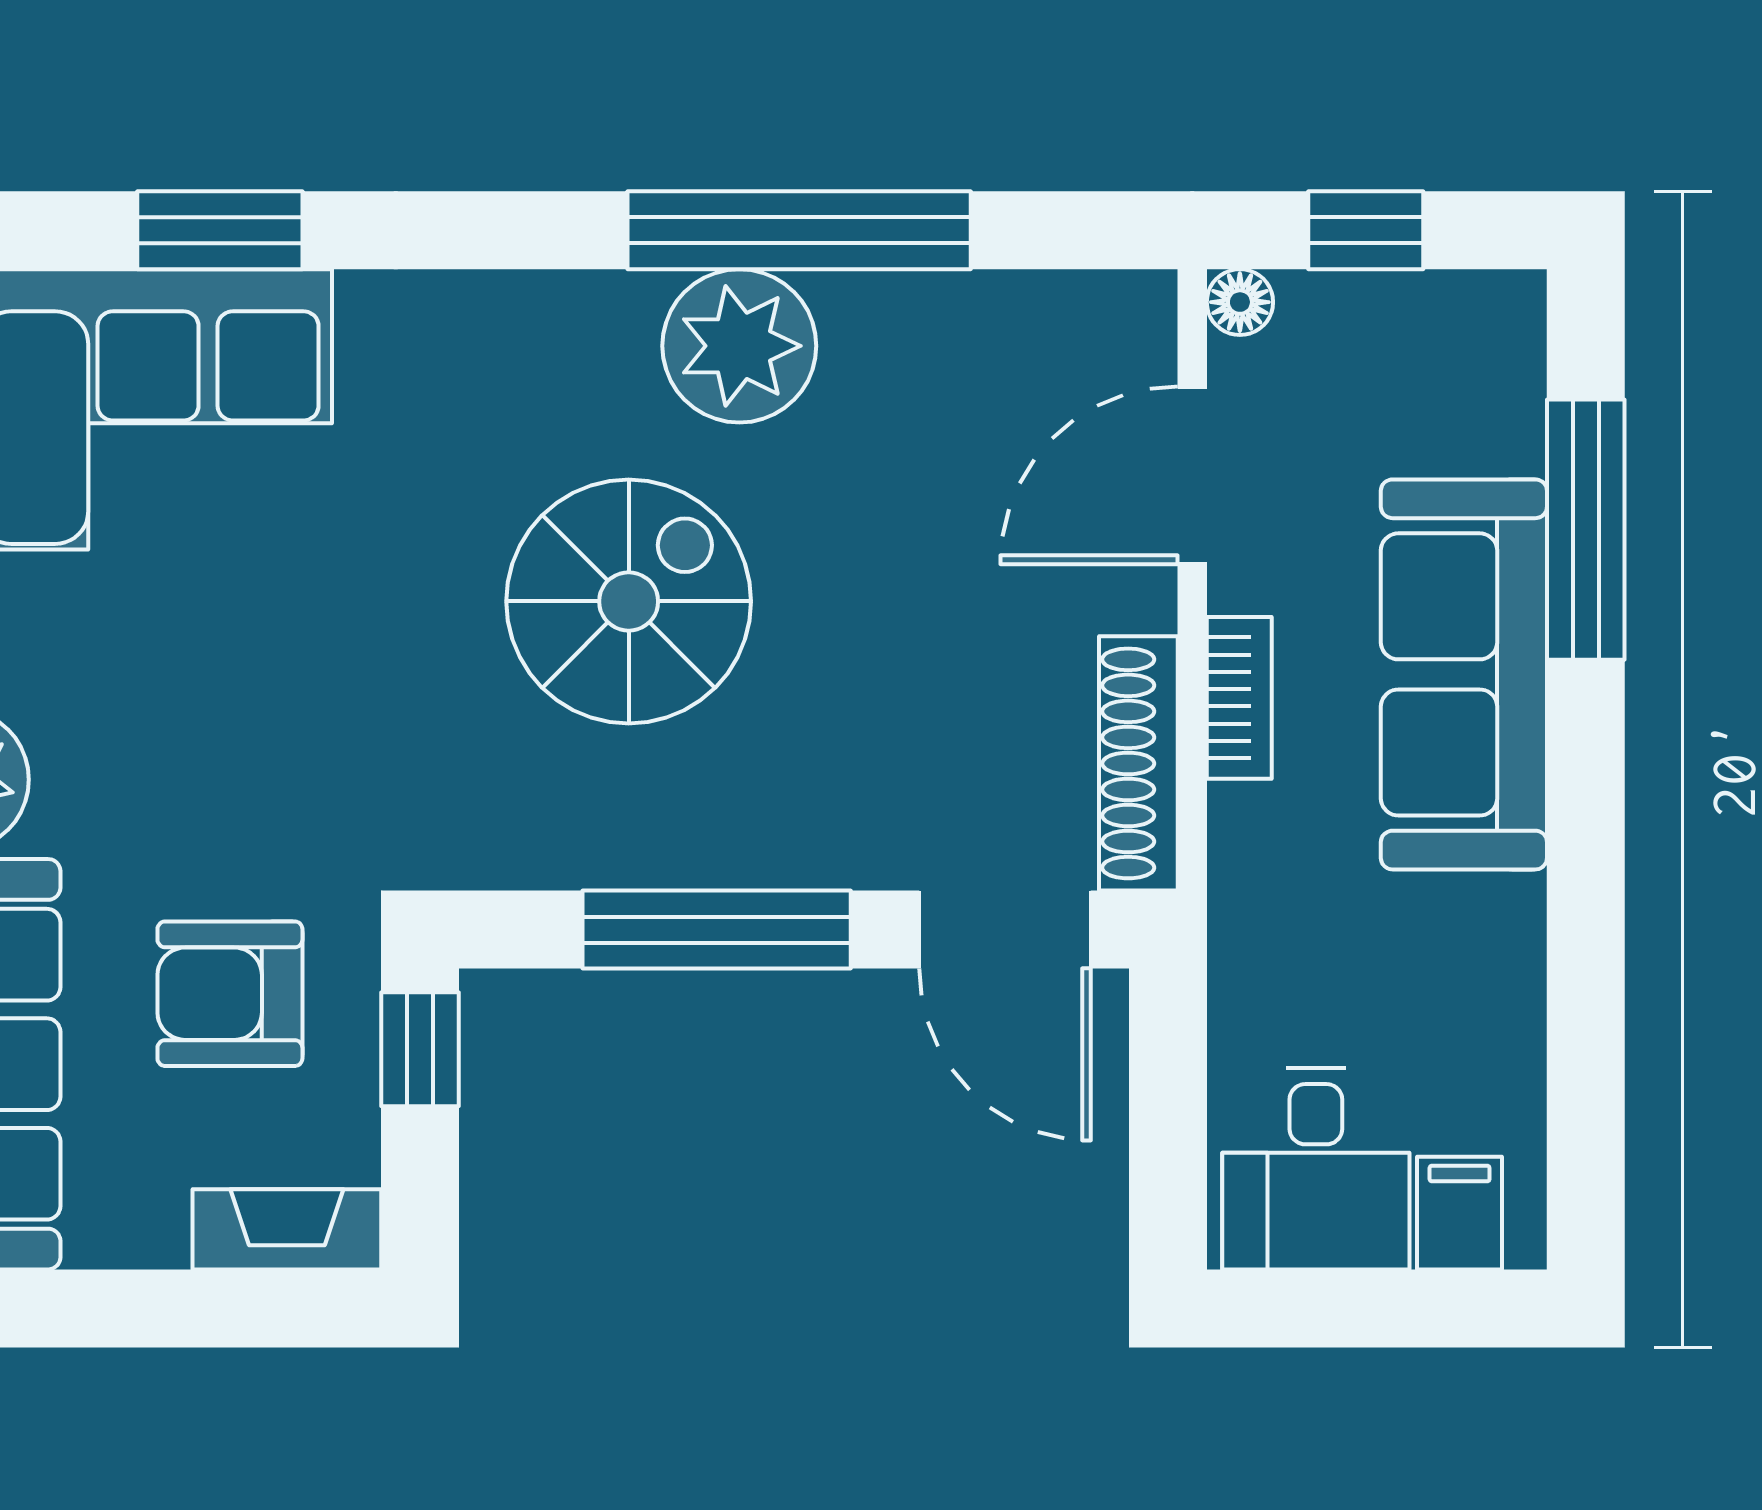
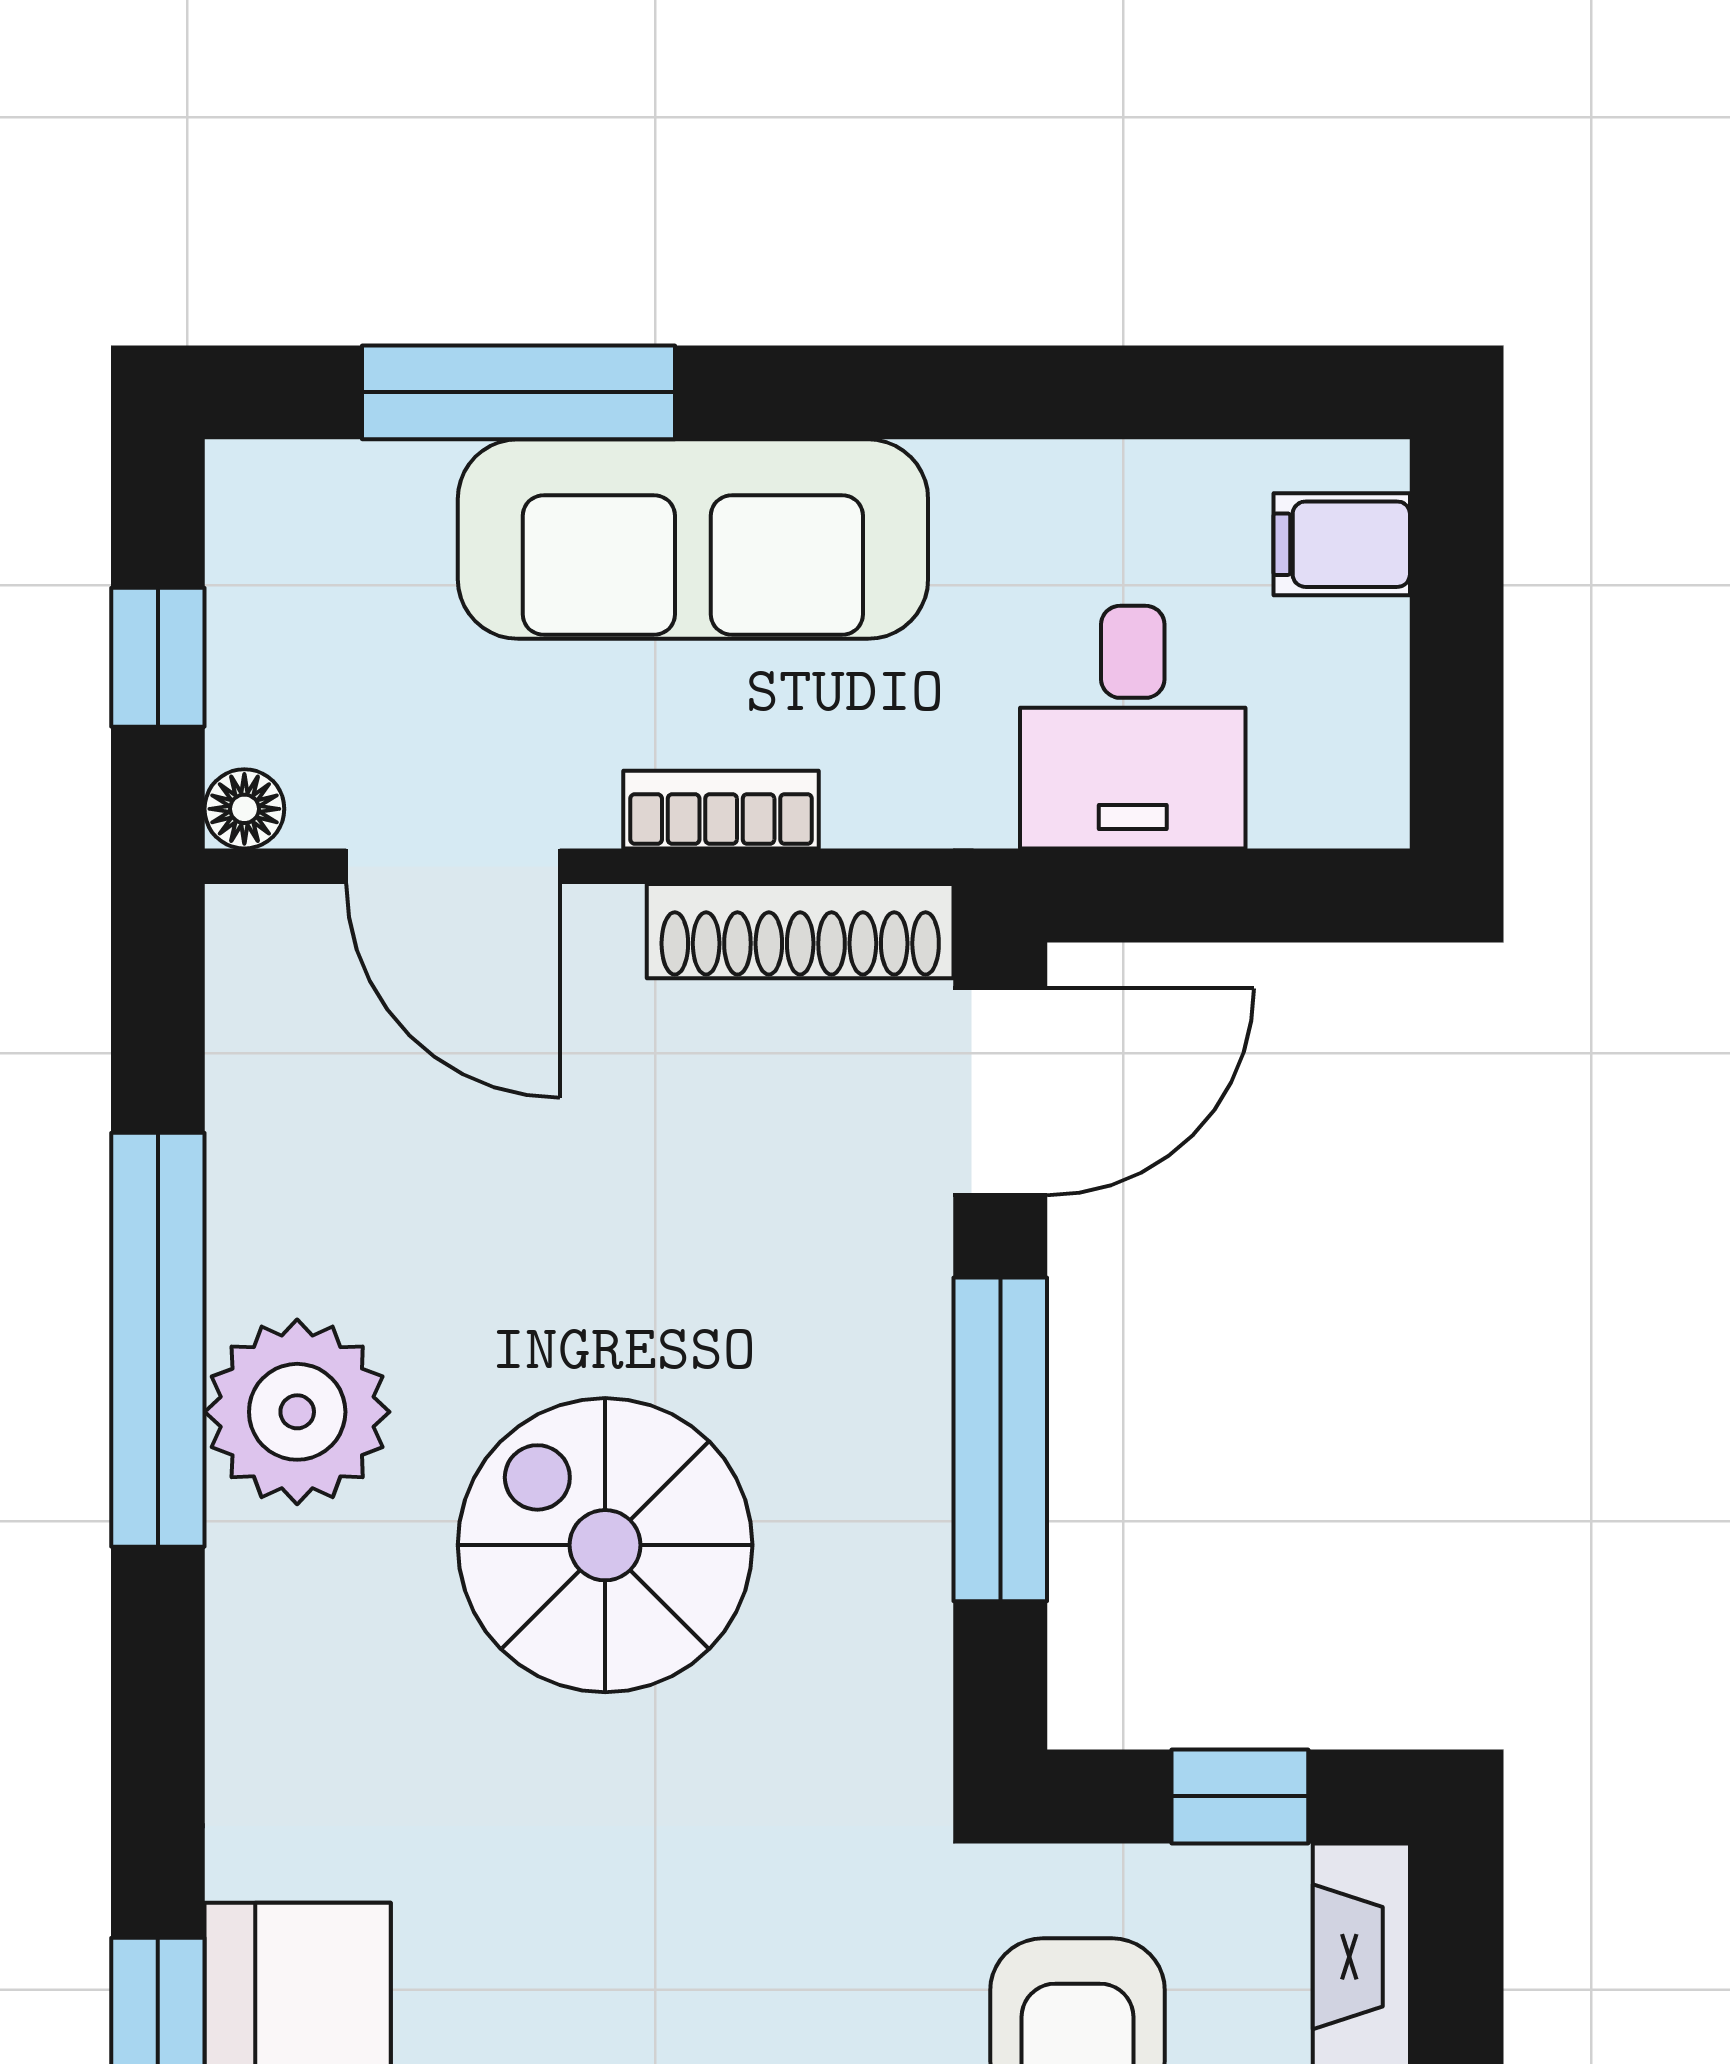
window: (420, 1049) -> (1240, 1796), moved
desk: (1316, 1169) -> (1133, 727), moved, turned 90

